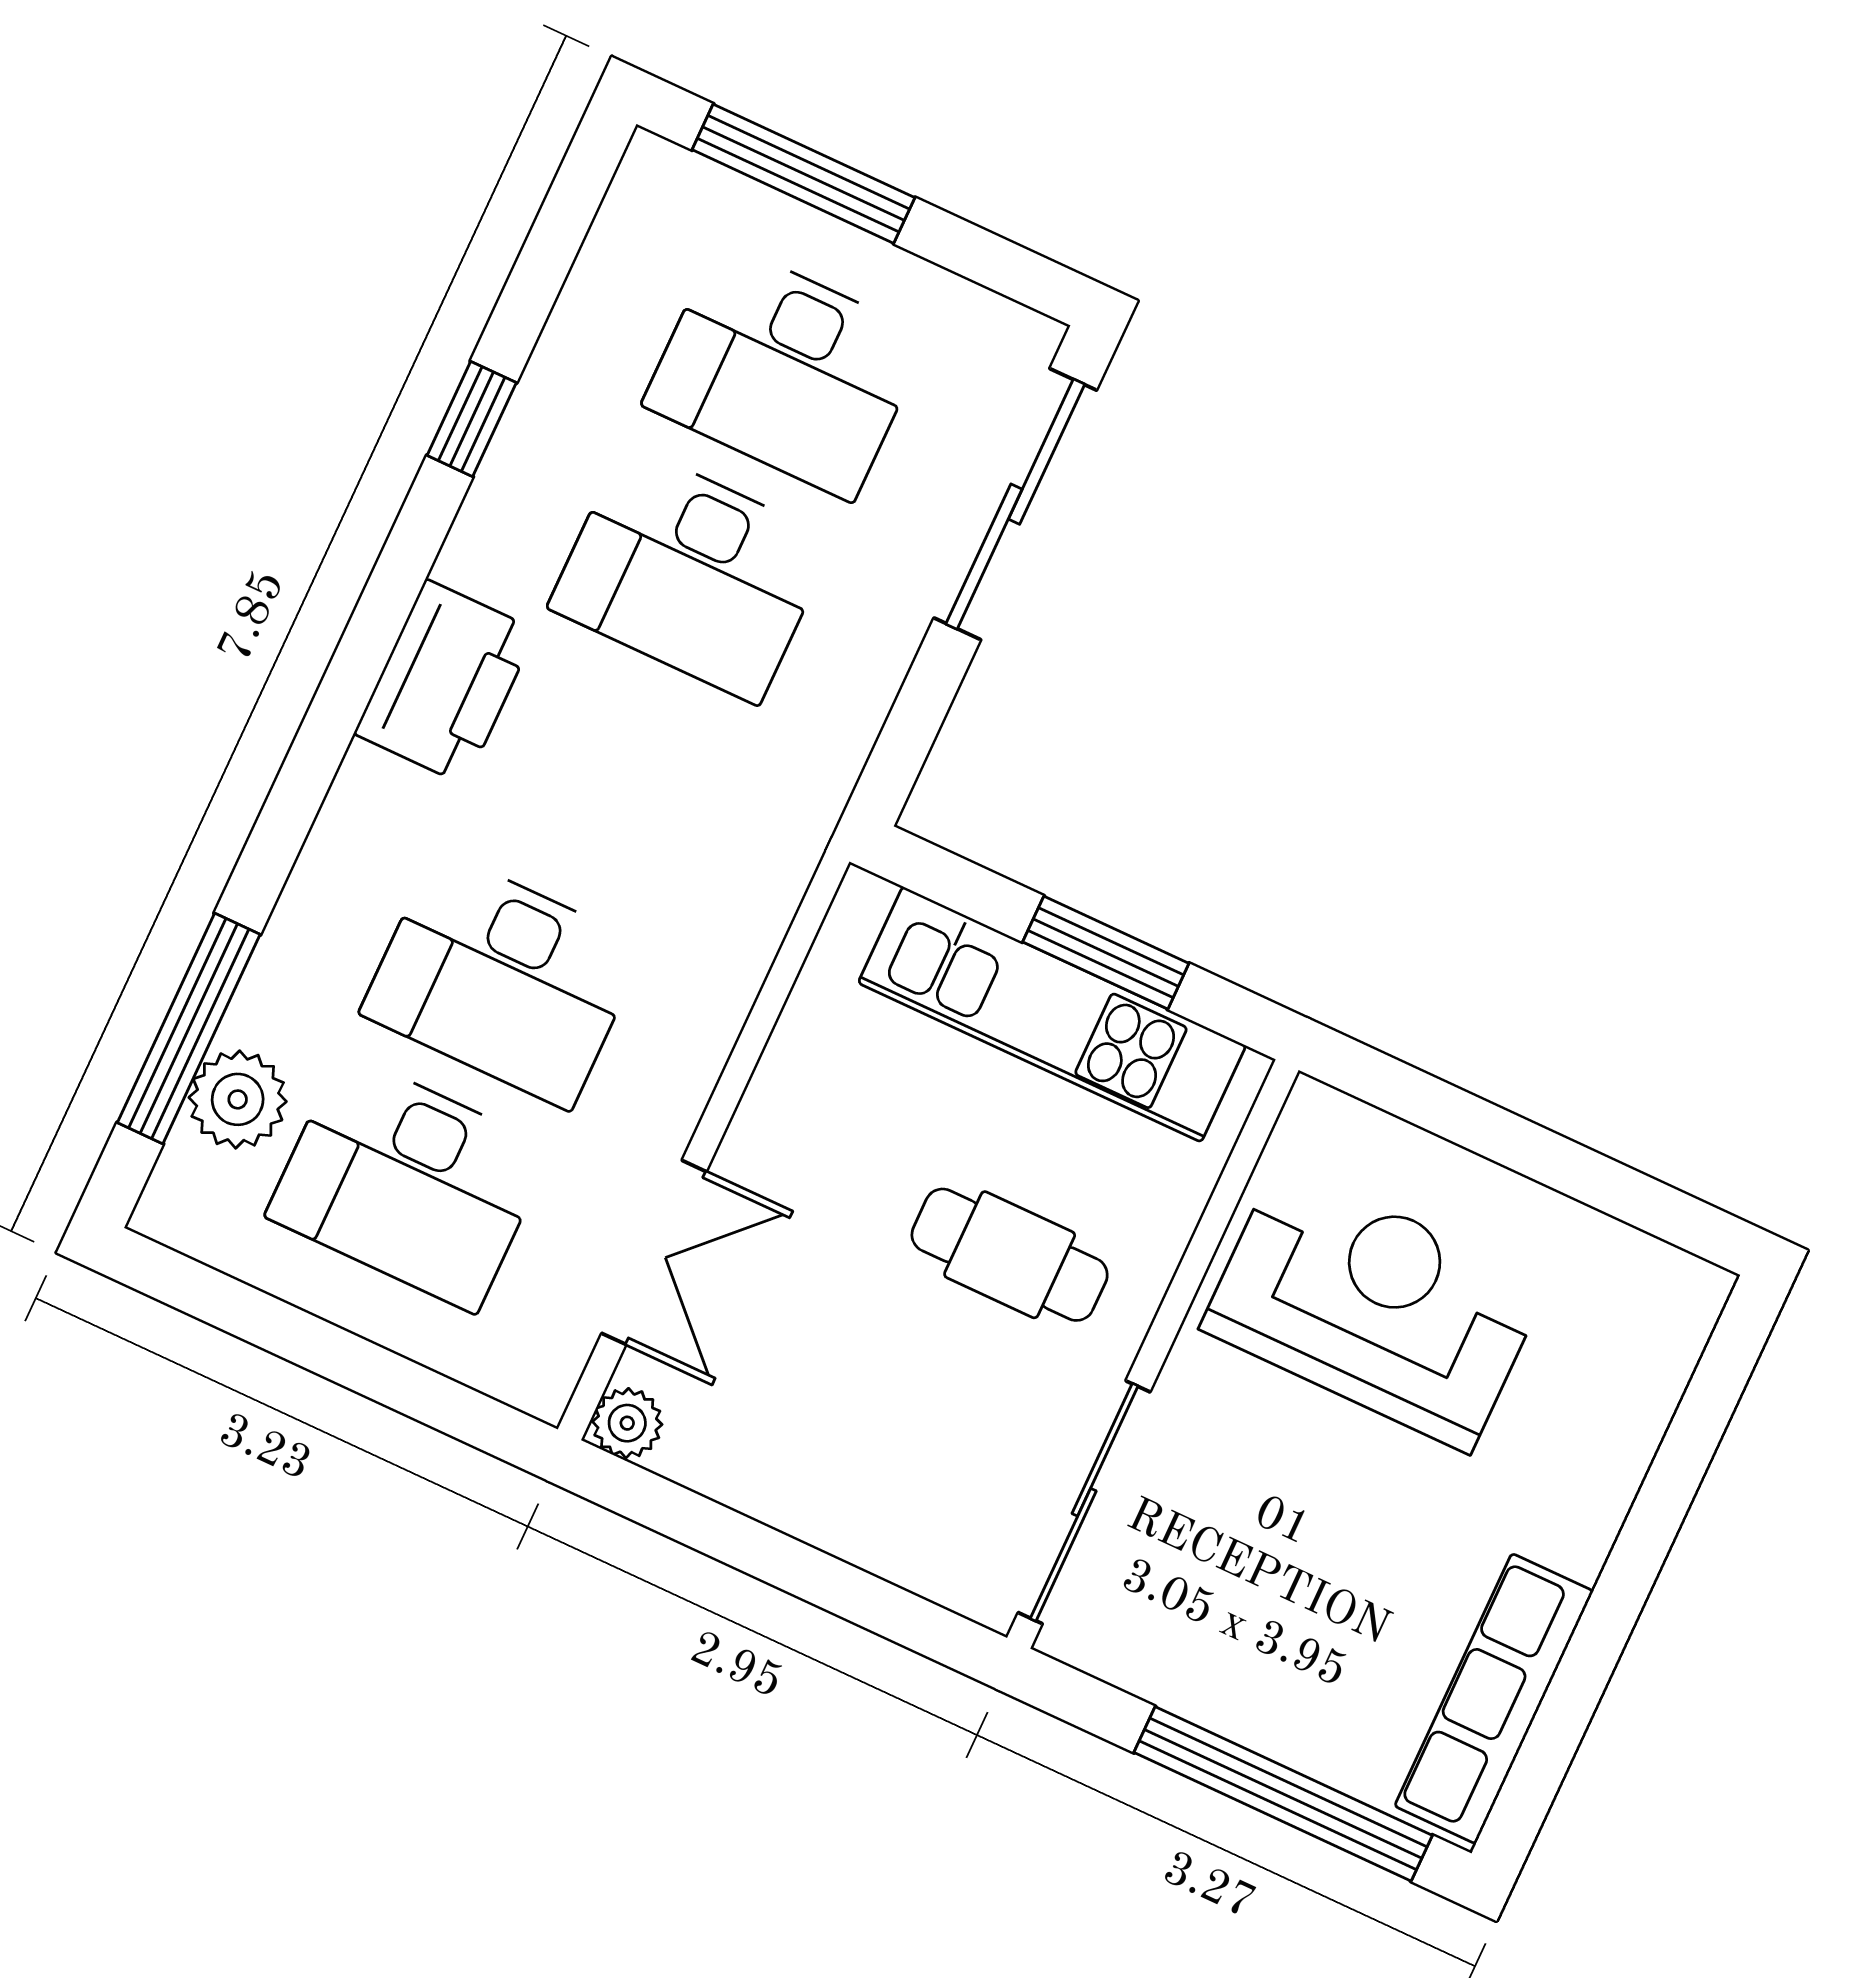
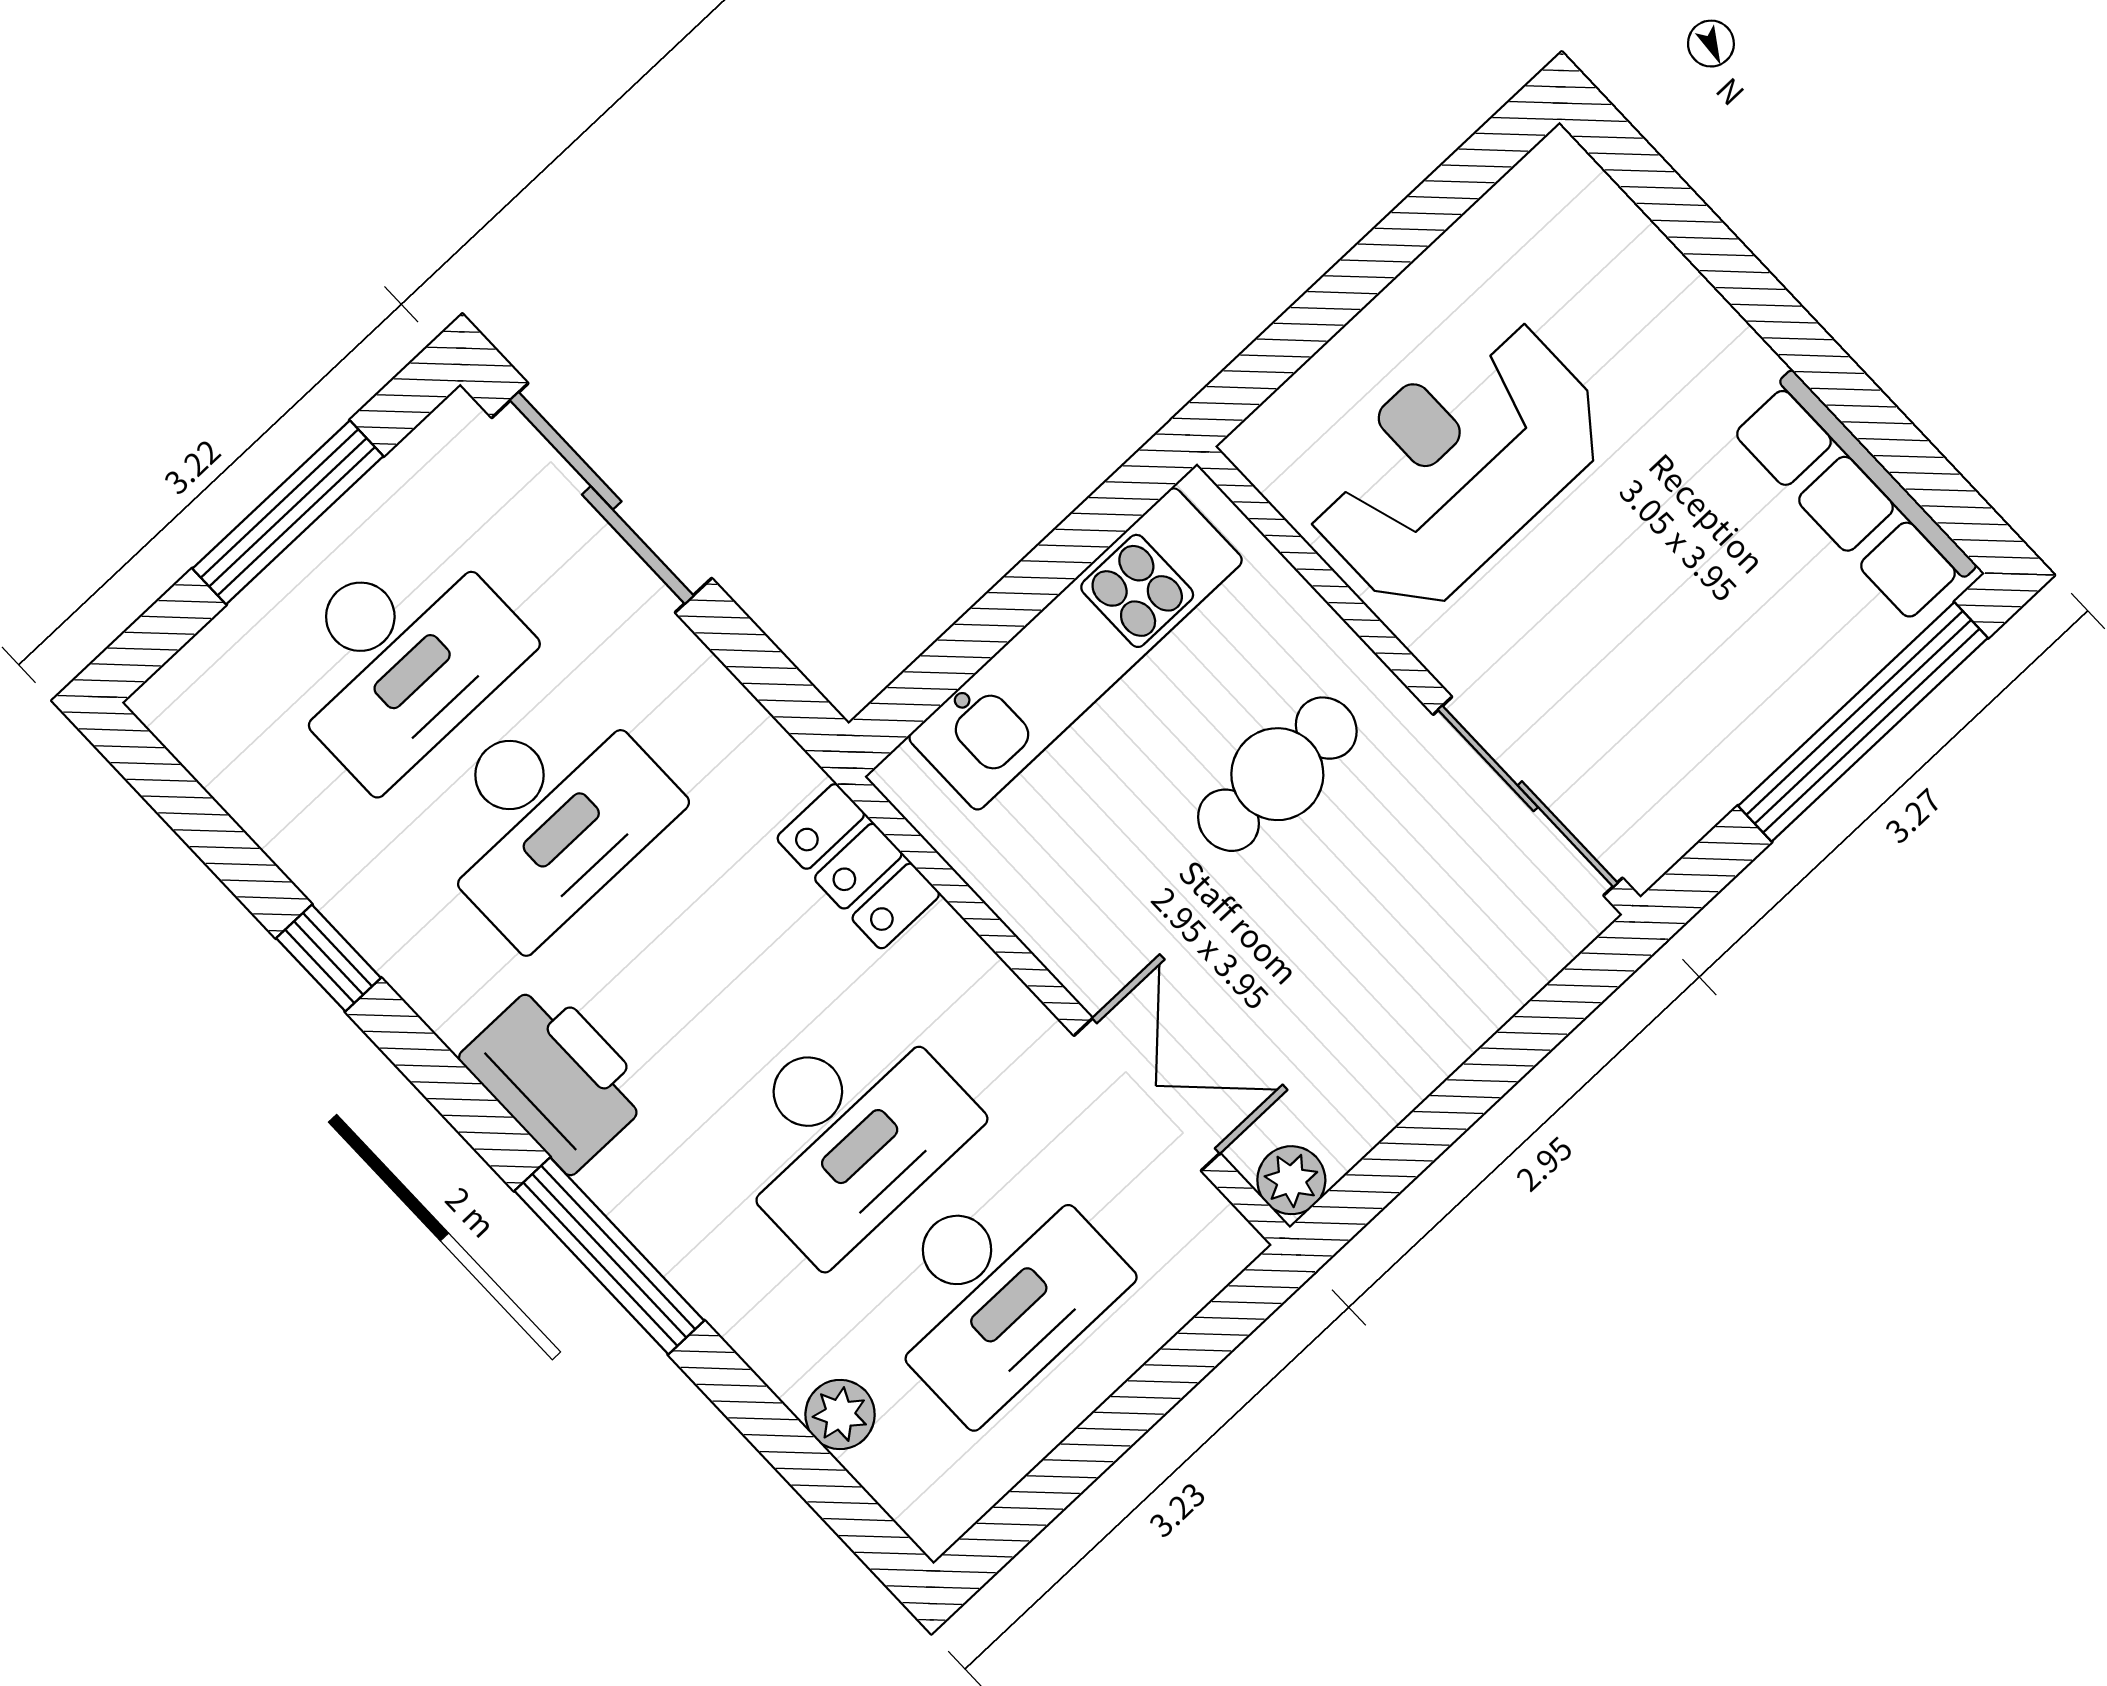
window: (803, 174) -> (288, 512), moved
locker: (762, 890) -> (858, 866), added
window: (1106, 953) -> (1039, 578), removed
window: (189, 1029) -> (609, 1256), moved
plant: (238, 1099) -> (840, 1414), width x0.73, depth x0.73

